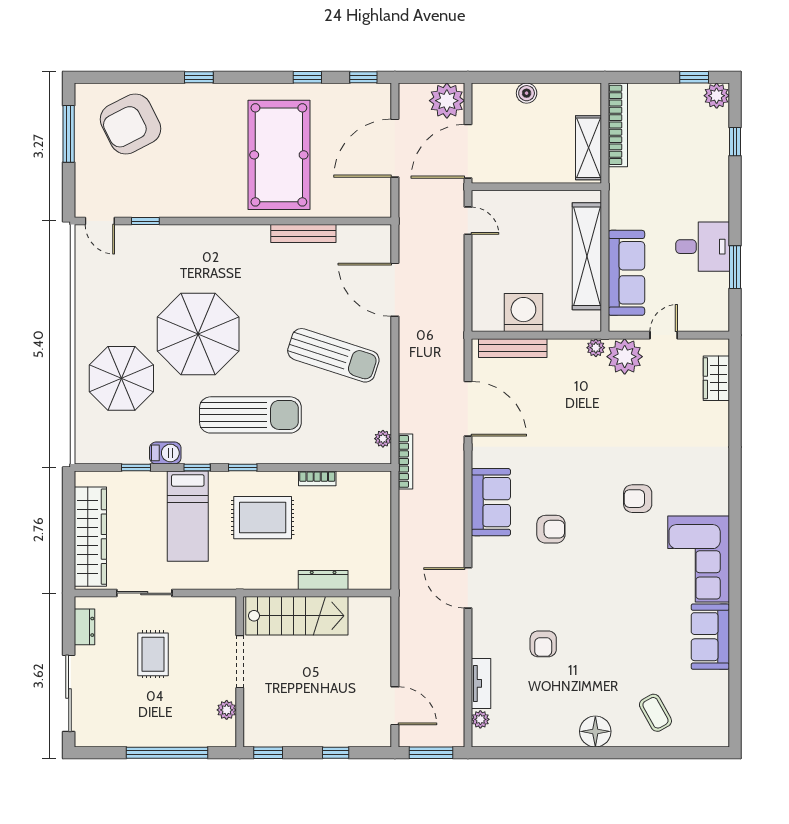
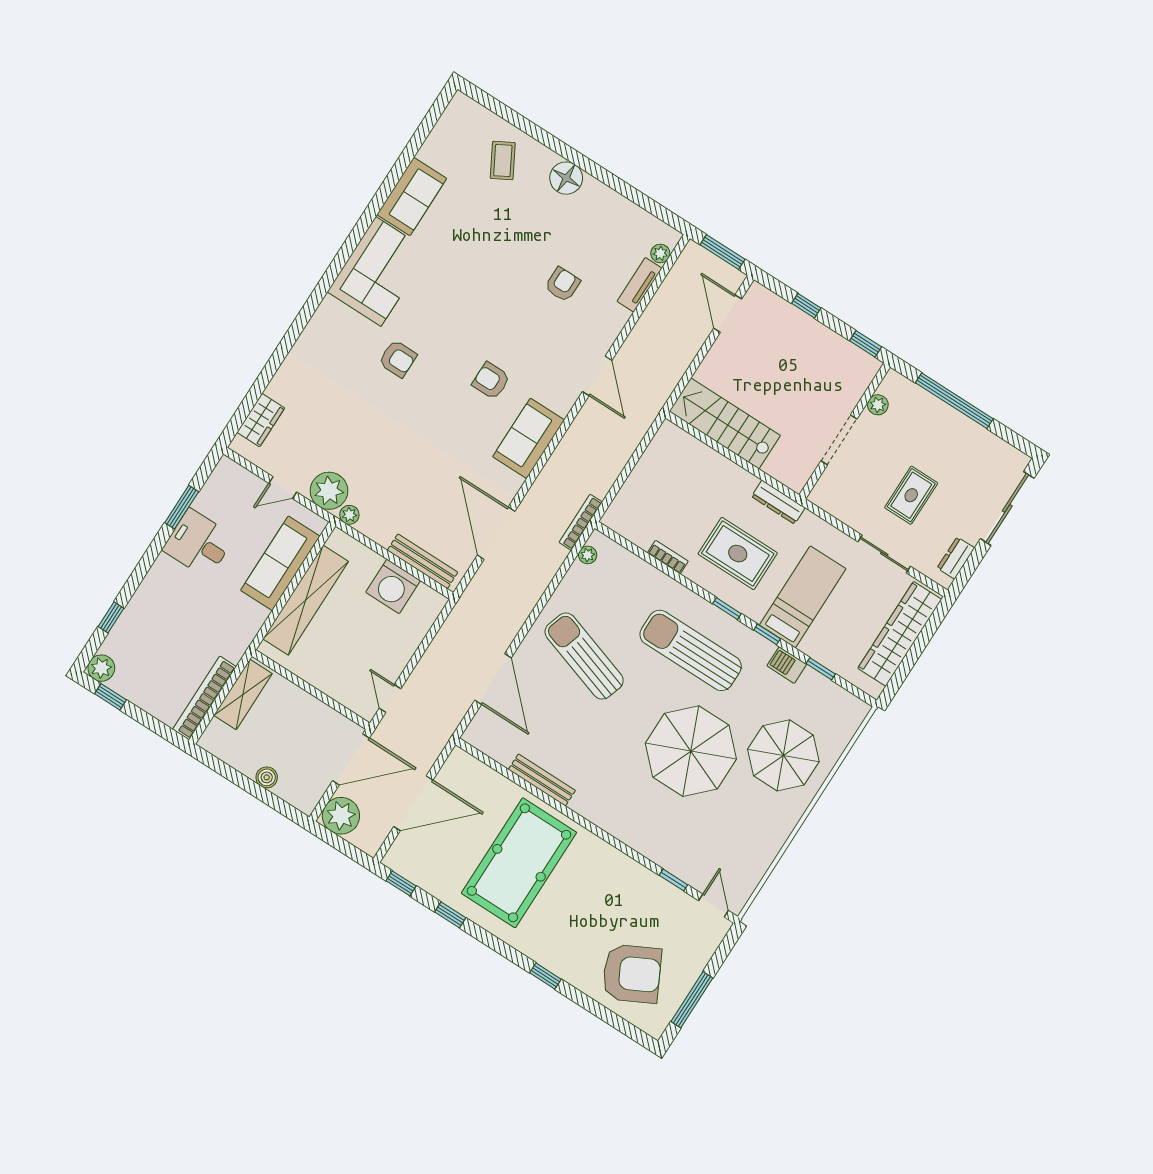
dresser: (323, 580) -> (778, 502), moved
stairs: (297, 616) -> (725, 423), moved

